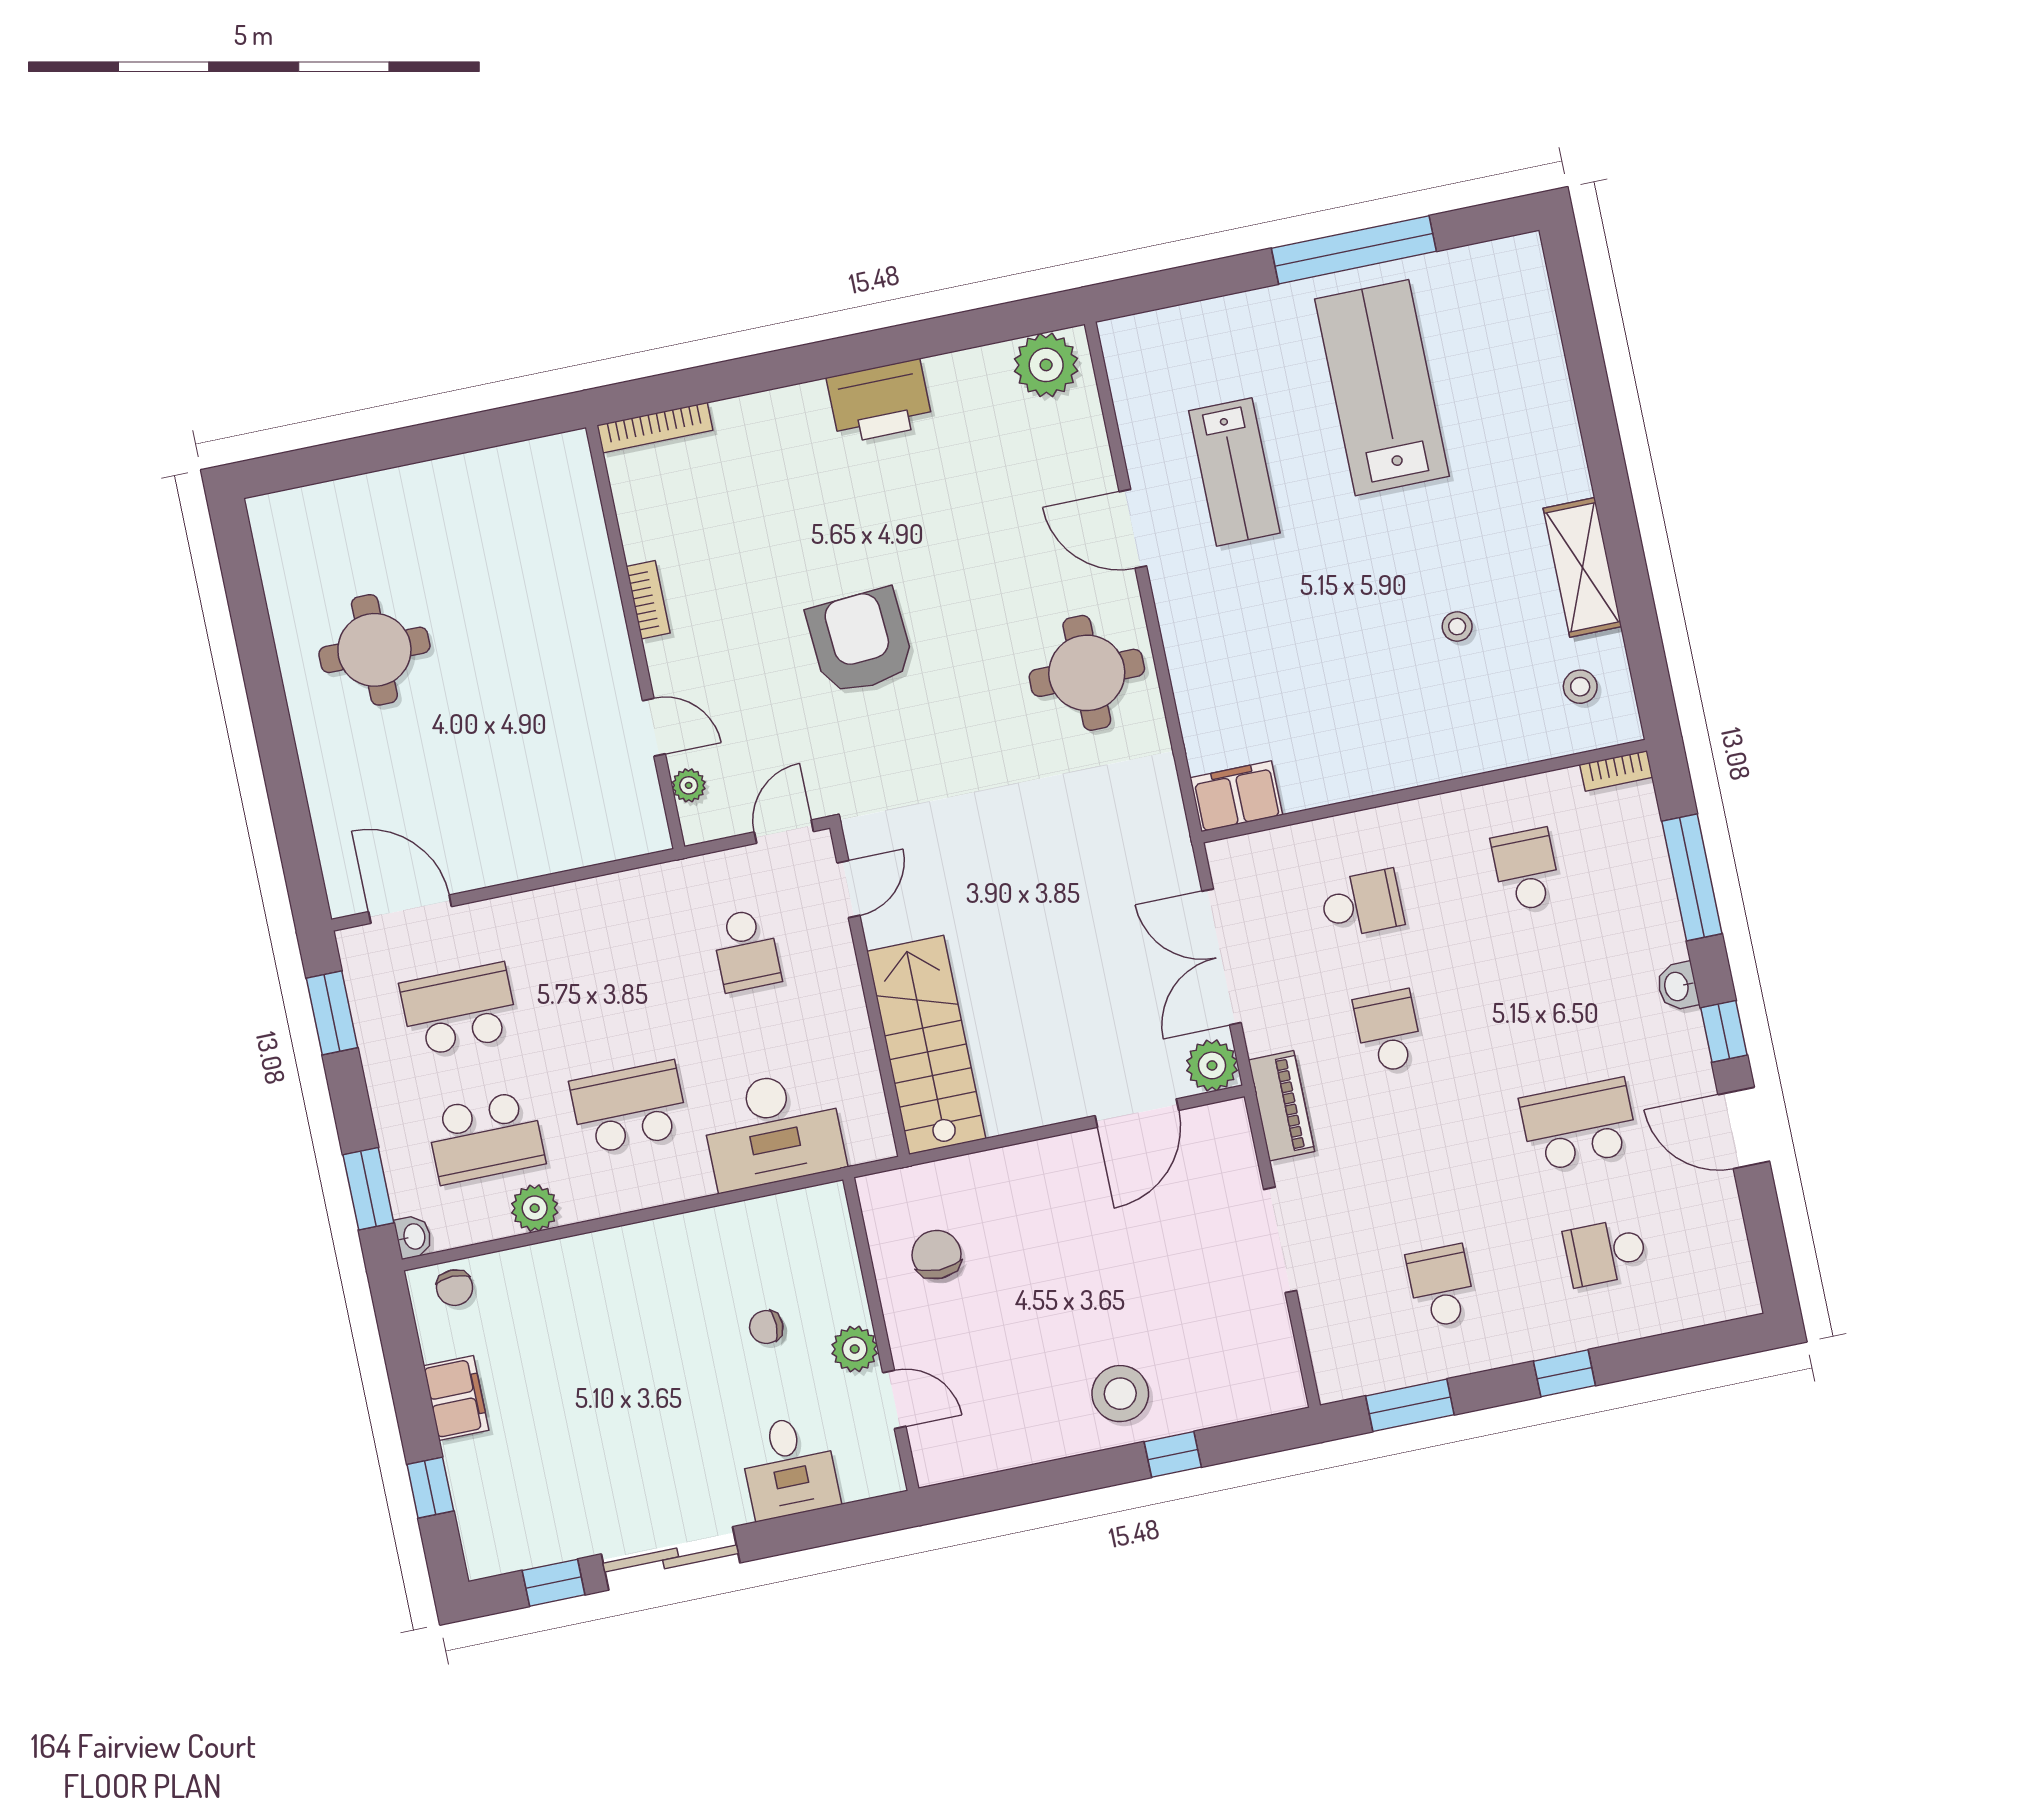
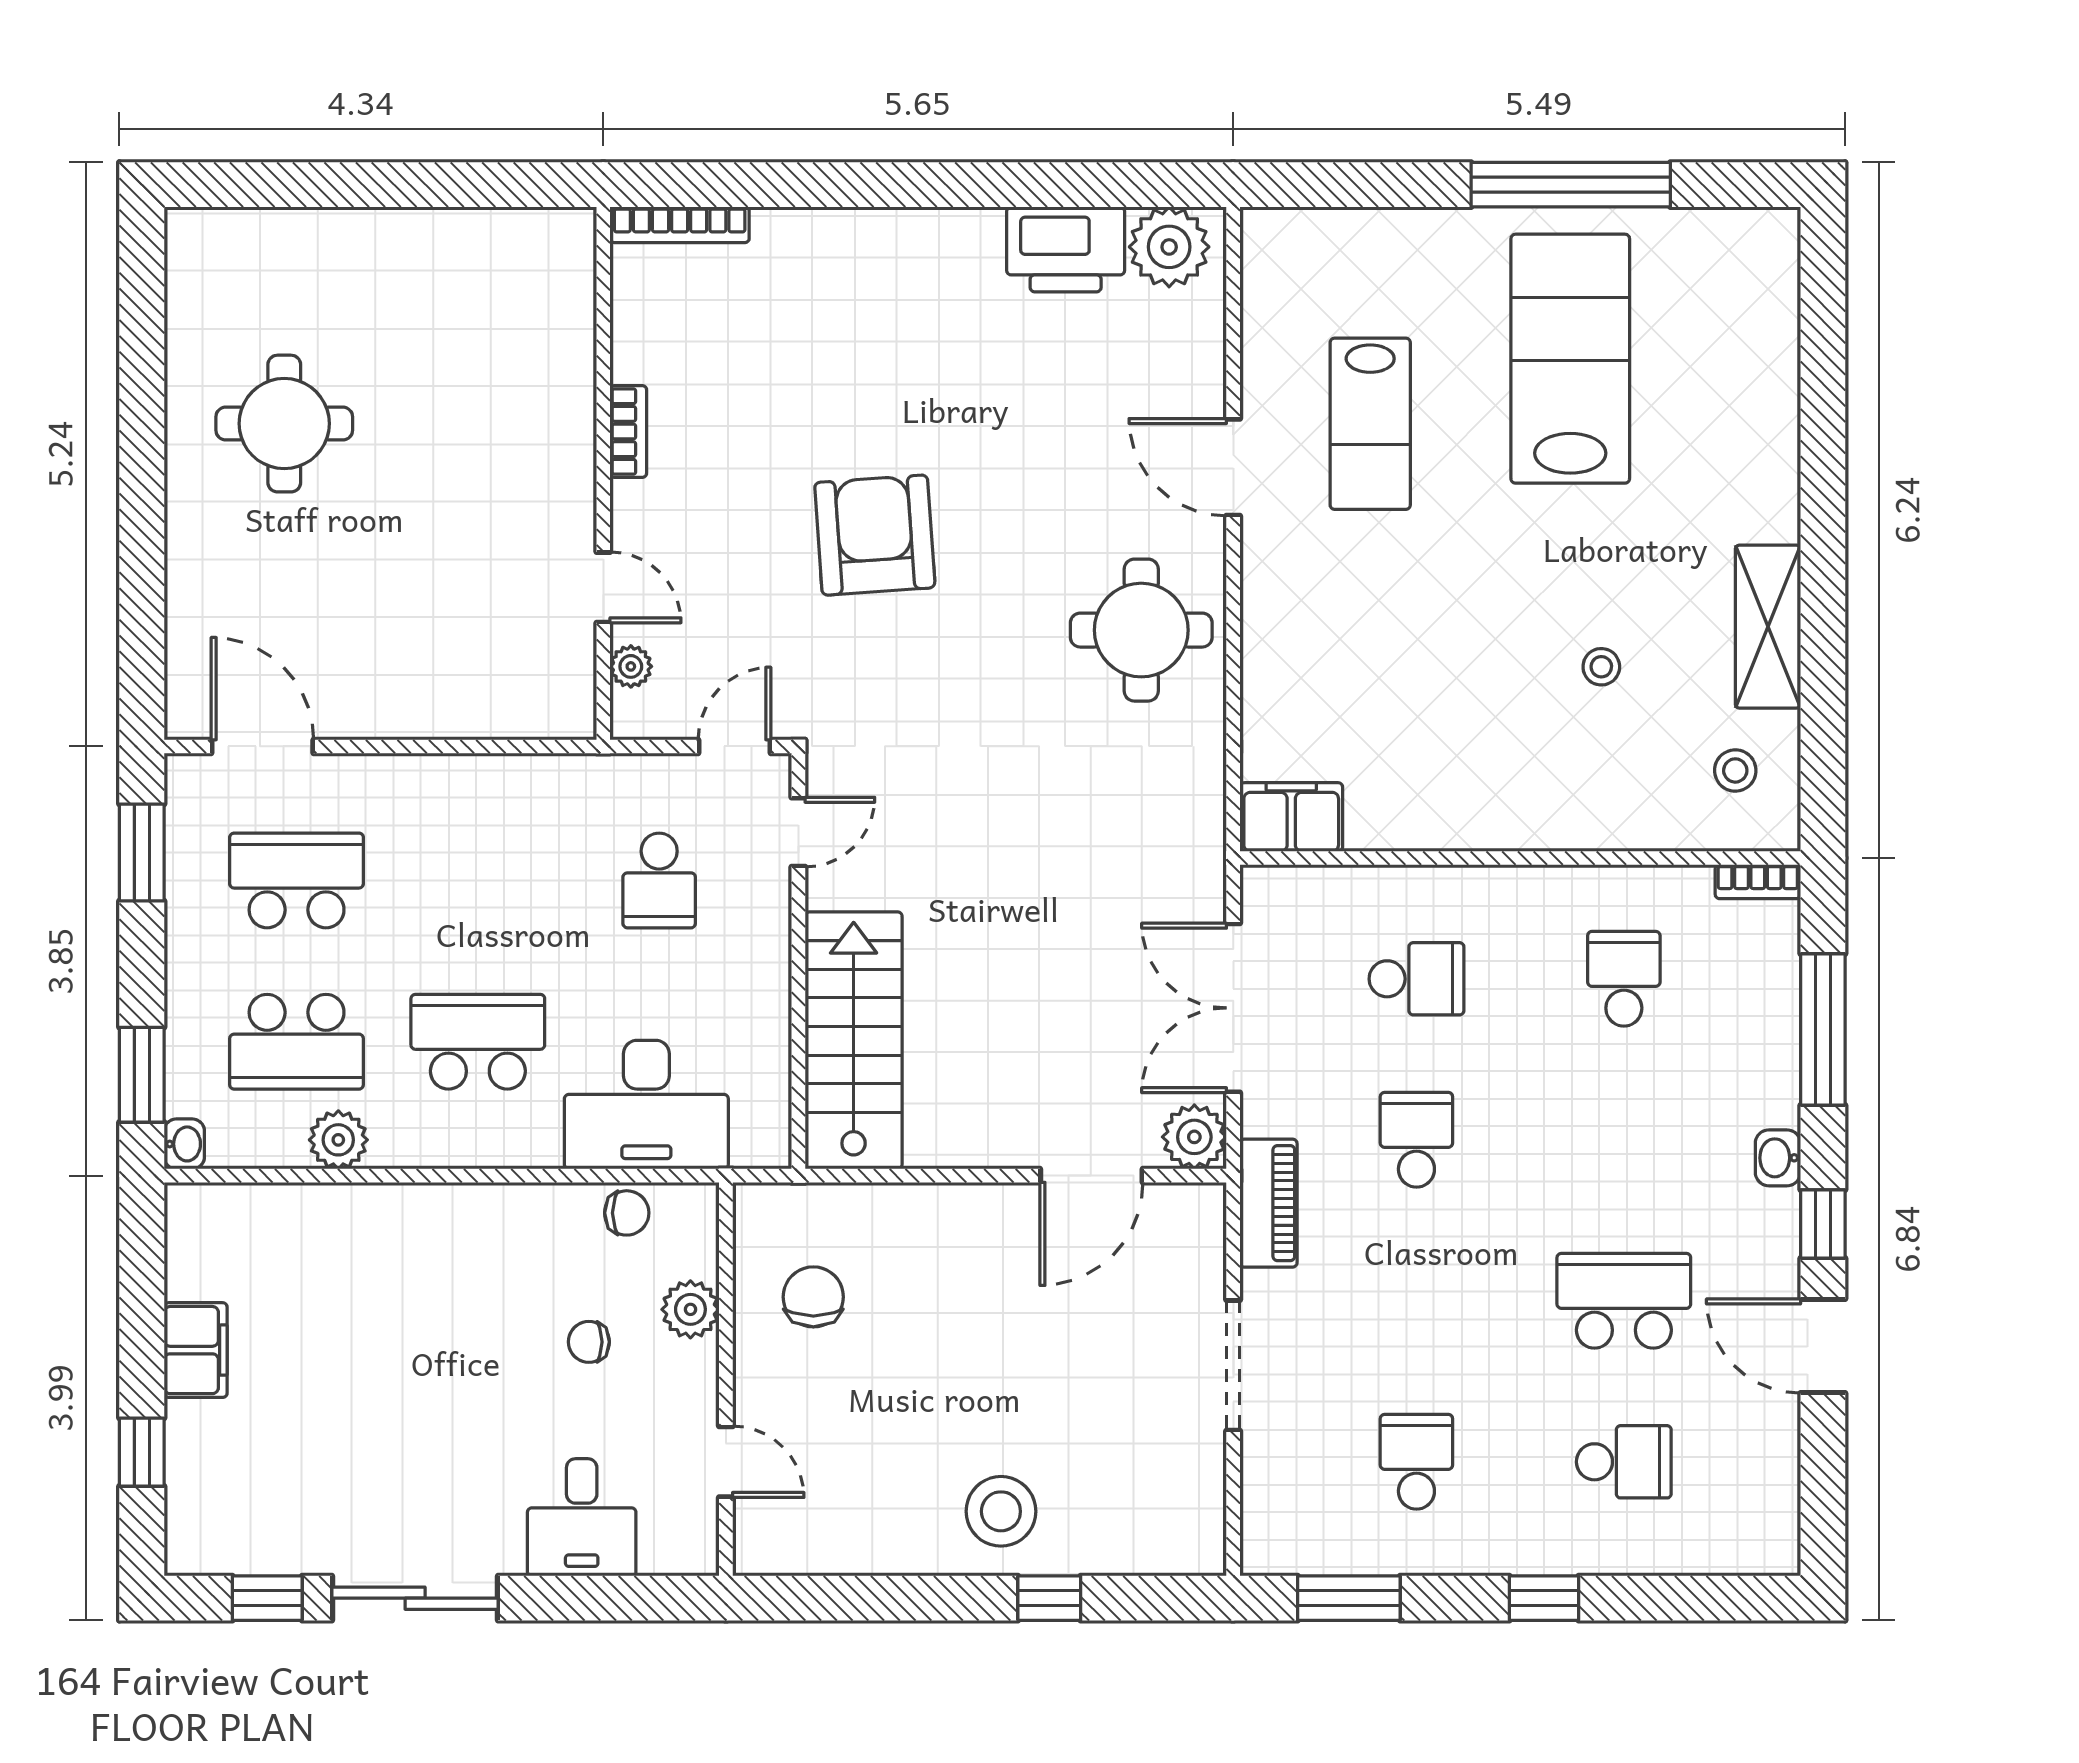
printer: (880, 401) -> (1066, 249), moved
school desk: (1605, 1252) -> (1624, 1462), turned 180
chair: (455, 1288) -> (627, 1213), moved, turned -90
plant: (855, 1349) -> (690, 1309), moved

